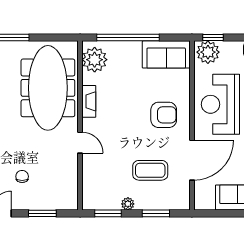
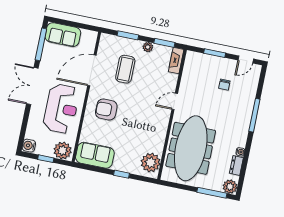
window: (128, 38) -> (121, 174), width x0.32
window: (213, 38) -> (46, 159), moved
fireplace: (89, 101) -> (176, 61), moved
door: (80, 143) -> (175, 101), hinge flipped
coffee table: (150, 170) -> (125, 69), turned 90

